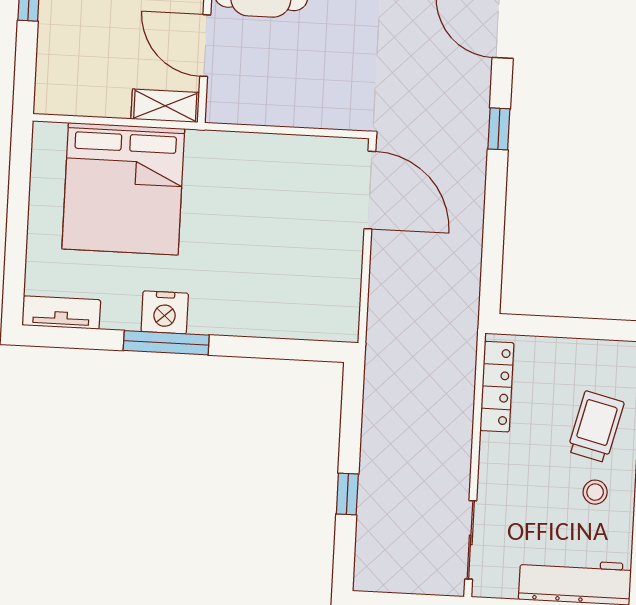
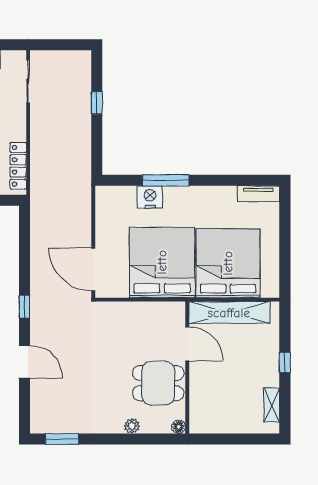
shelving: (165, 106) -> (229, 313), width x2.20, depth x1.33
bed: (243, 196) -> (162, 262), added
nightstand: (165, 312) -> (150, 197), moved
window: (166, 343) -> (166, 180), moved

